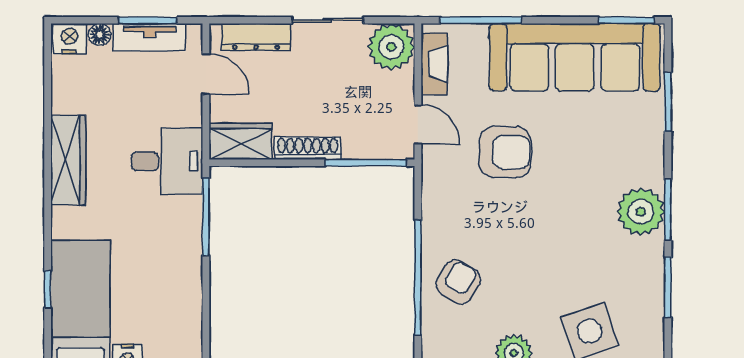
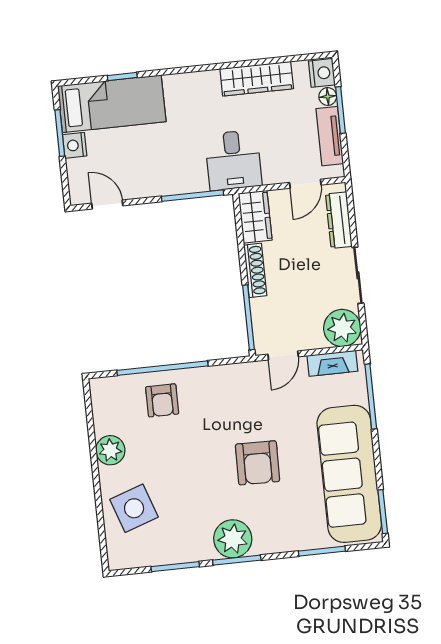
window: (148, 20) -> (341, 110), moved
armchair: (505, 152) -> (257, 463), moved
wardrobe: (68, 160) -> (257, 79), moved
armchair: (458, 282) -> (162, 400), turned 59
door: (206, 325) -> (107, 205), added

